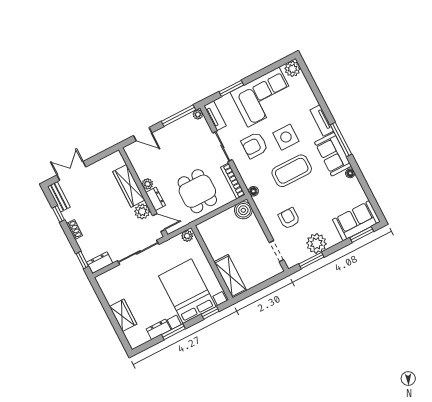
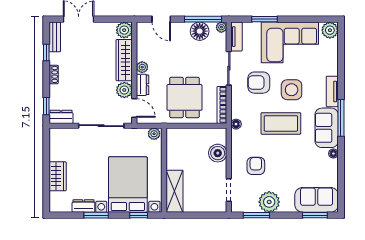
floor lamp: (181, 127) -> (200, 31), added
plant: (116, 160) -> (124, 30), added
boiler: (243, 210) -> (218, 153), moved

